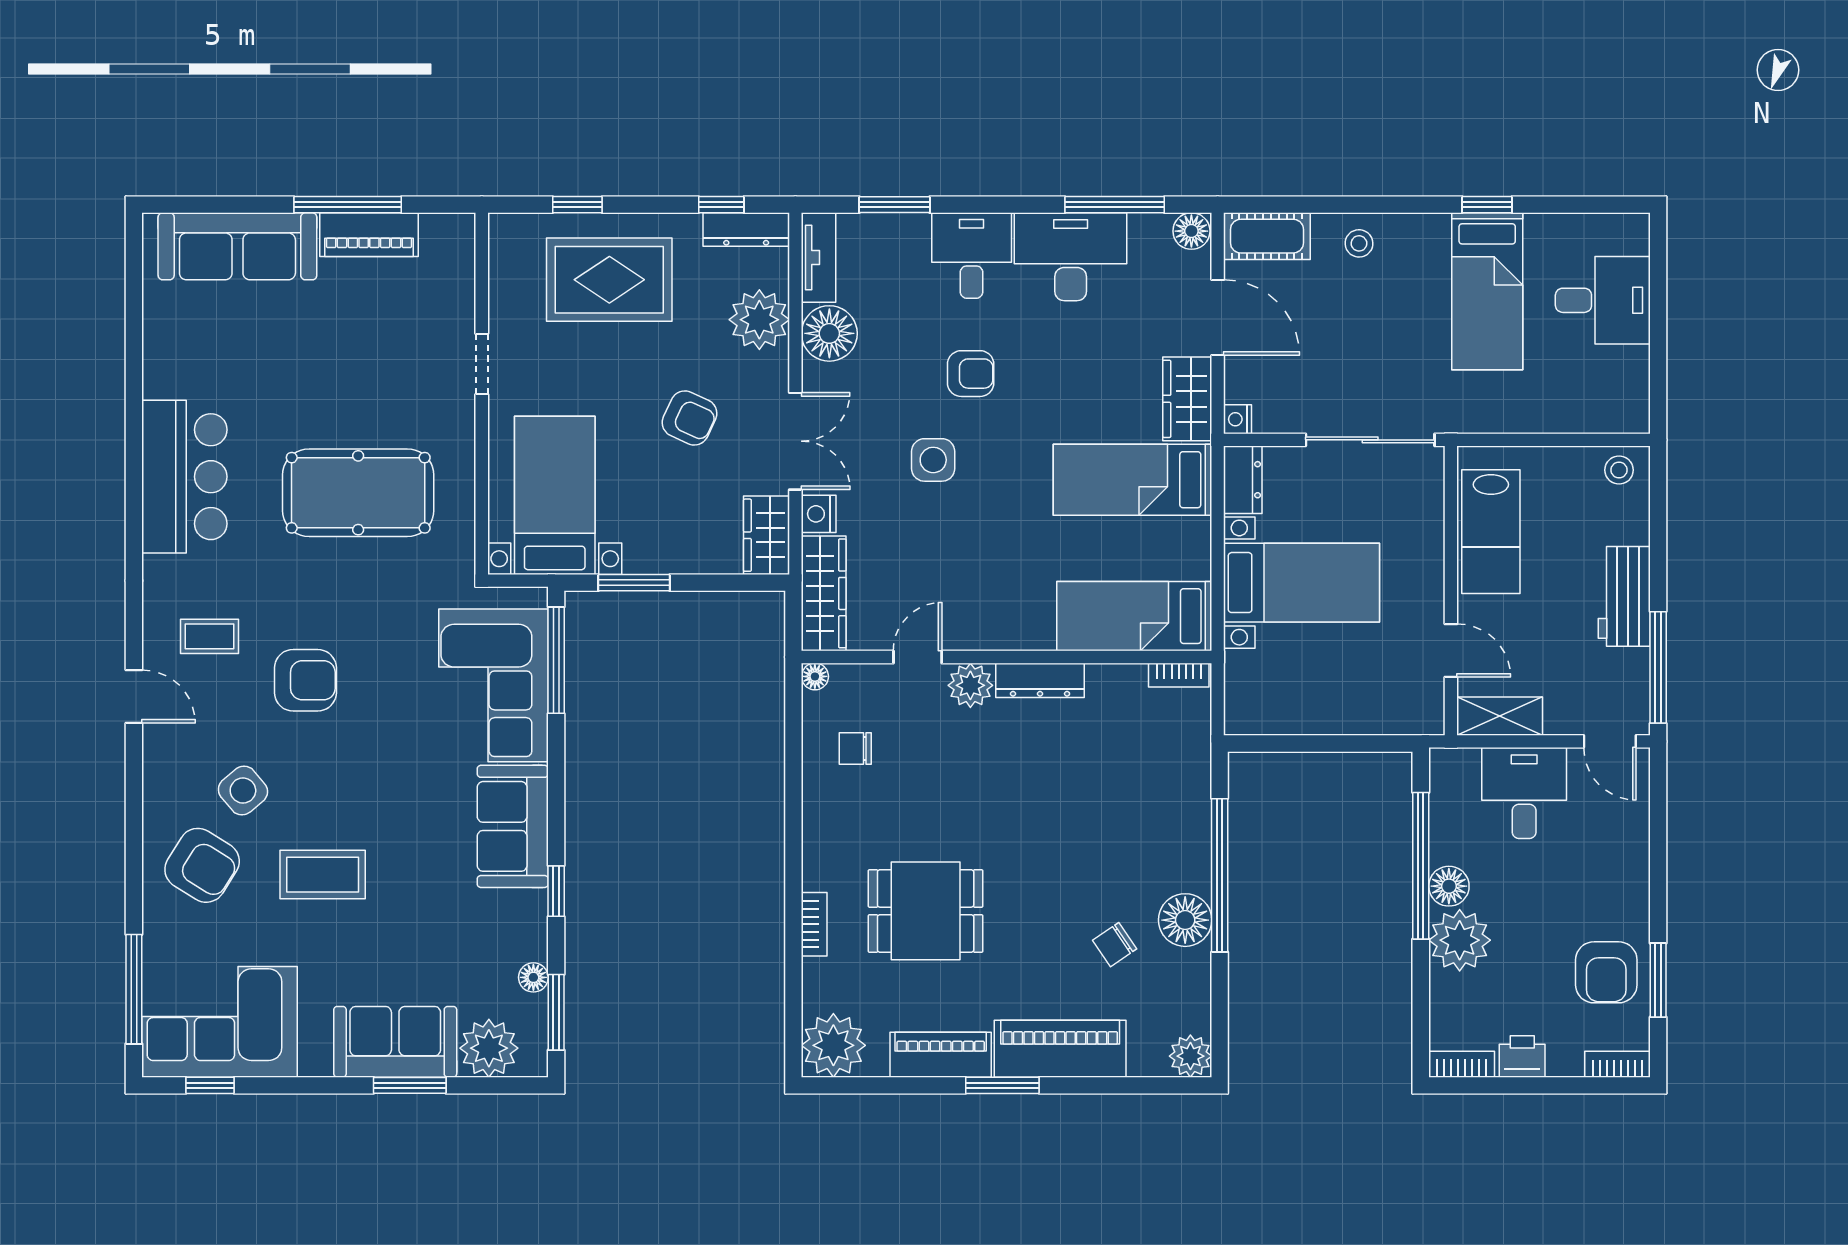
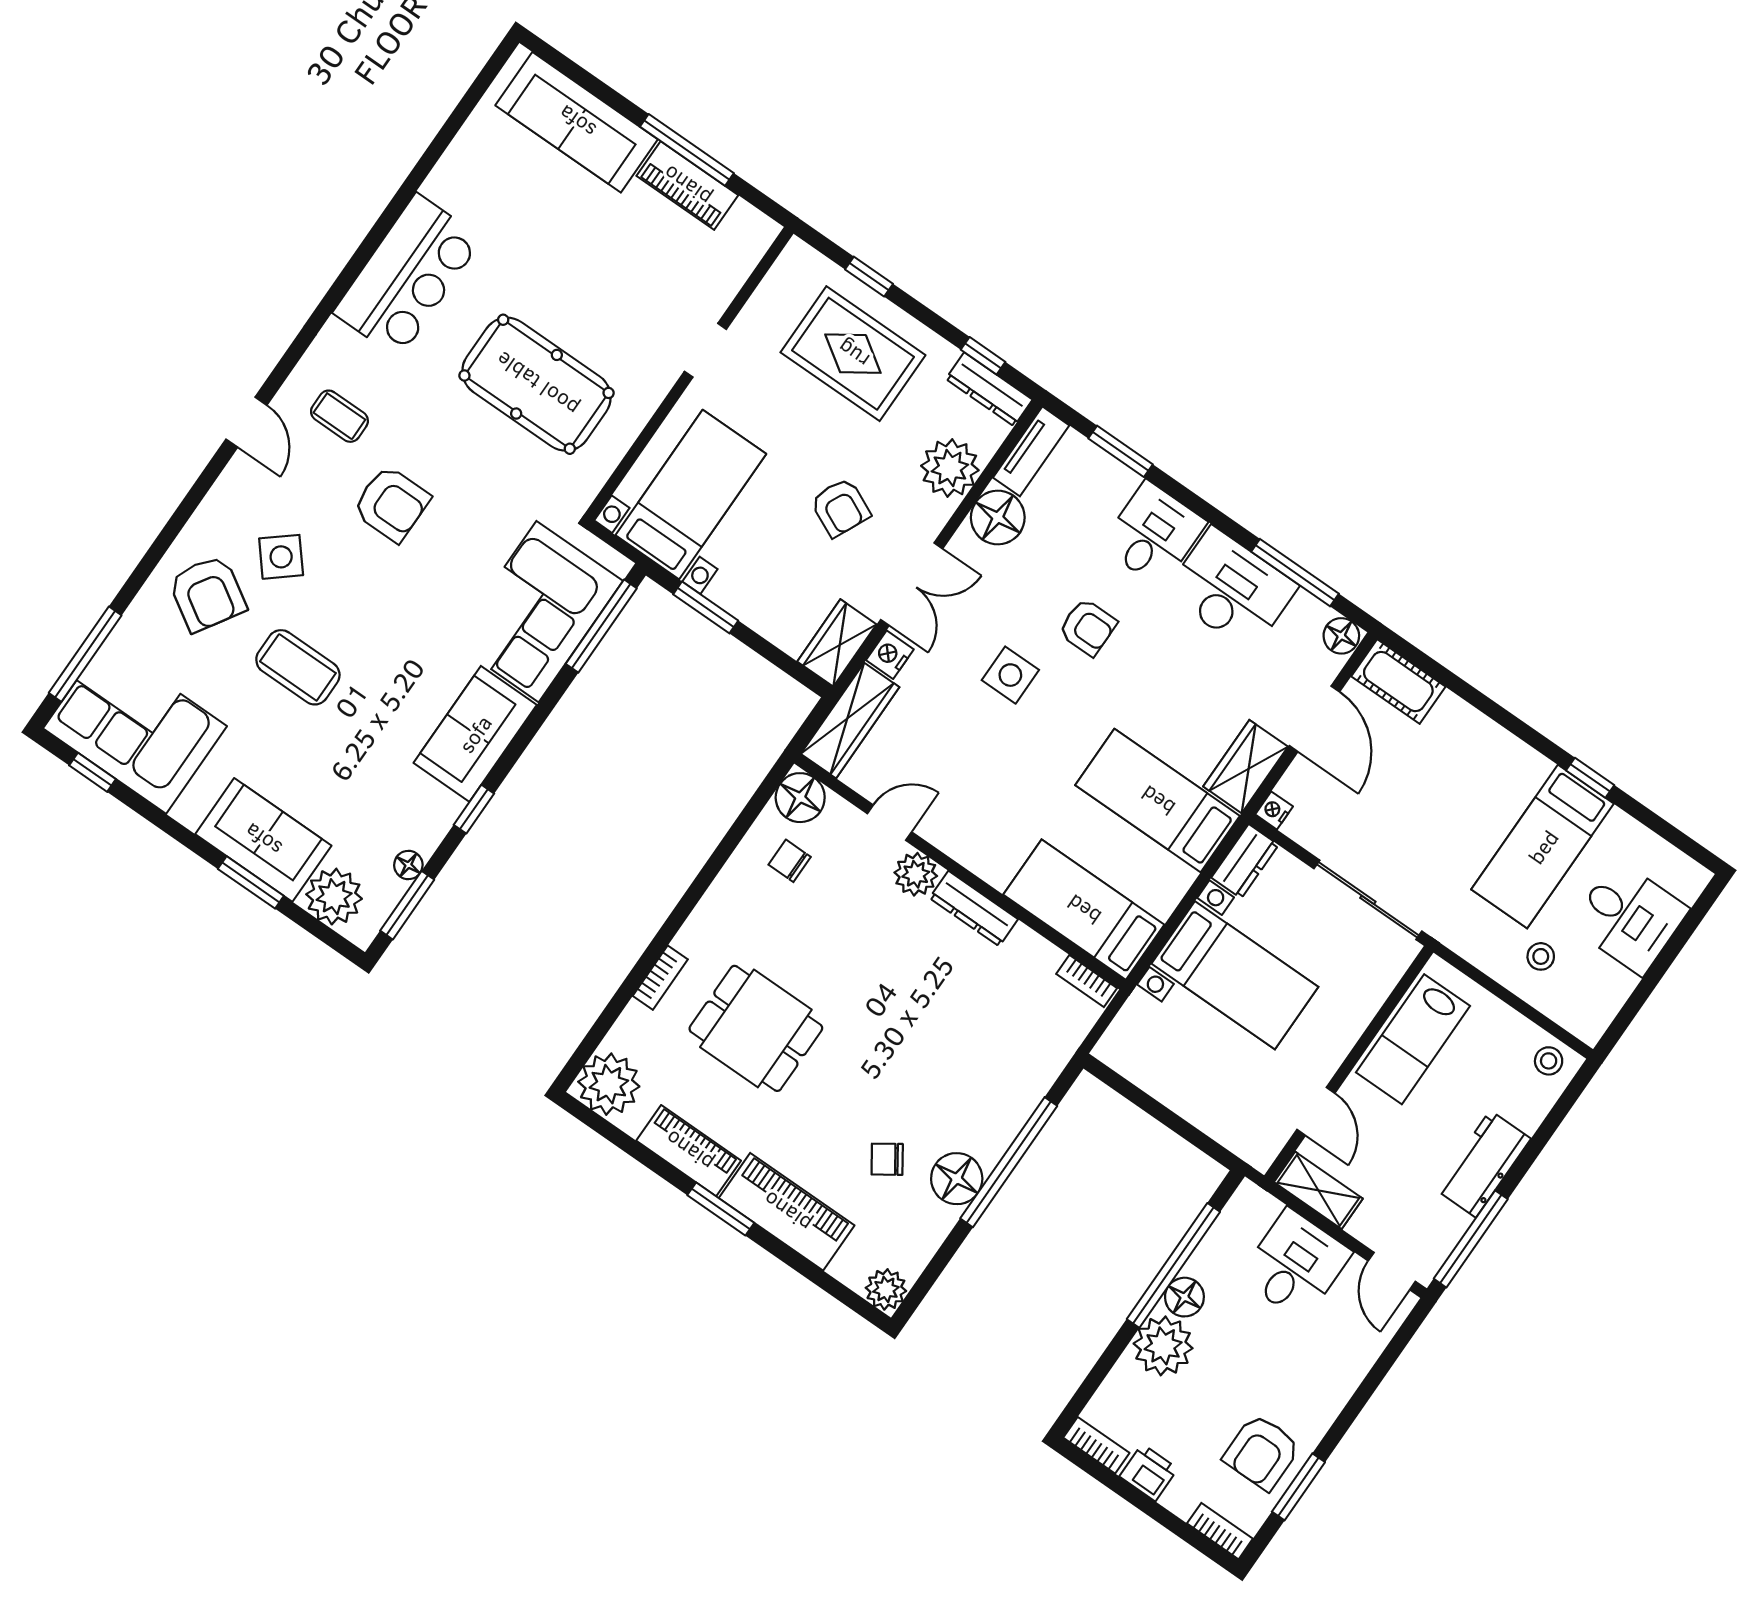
stool: (1359, 243) -> (1541, 956), moved
floor lamp: (815, 676) -> (800, 798), width x1.89, depth x1.89

